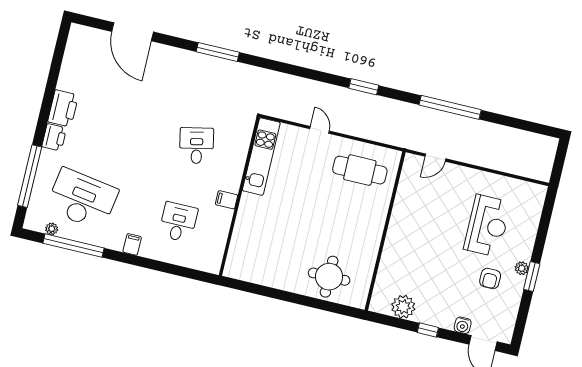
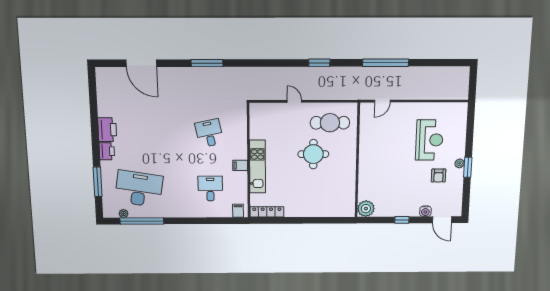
kitchen unit: (261, 157) -> (257, 167), moved
window: (30, 176) -> (98, 182), width x0.68
filing cabinet: (132, 244) -> (238, 211), moved
locker: (247, 274) -> (267, 212), added
round table: (329, 277) -> (313, 154), moved
plant: (403, 307) -> (366, 209), moved

